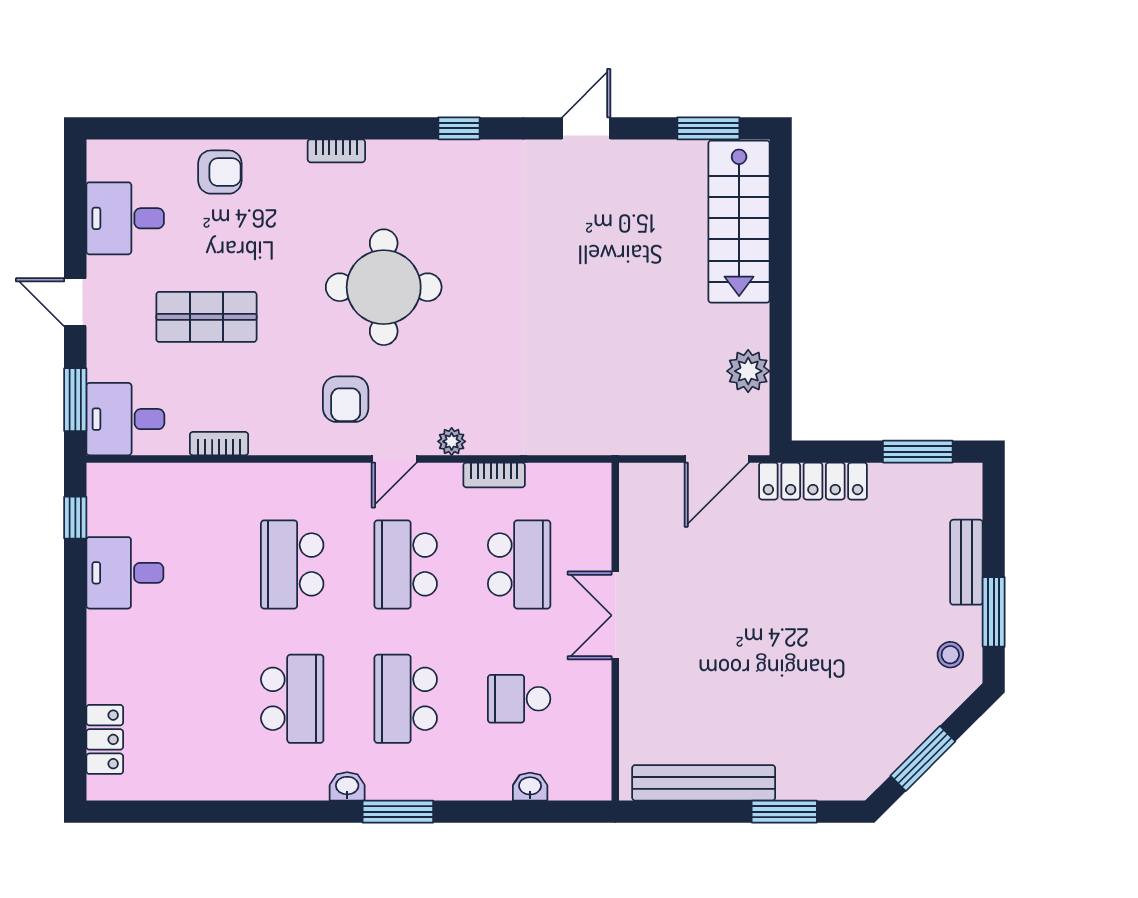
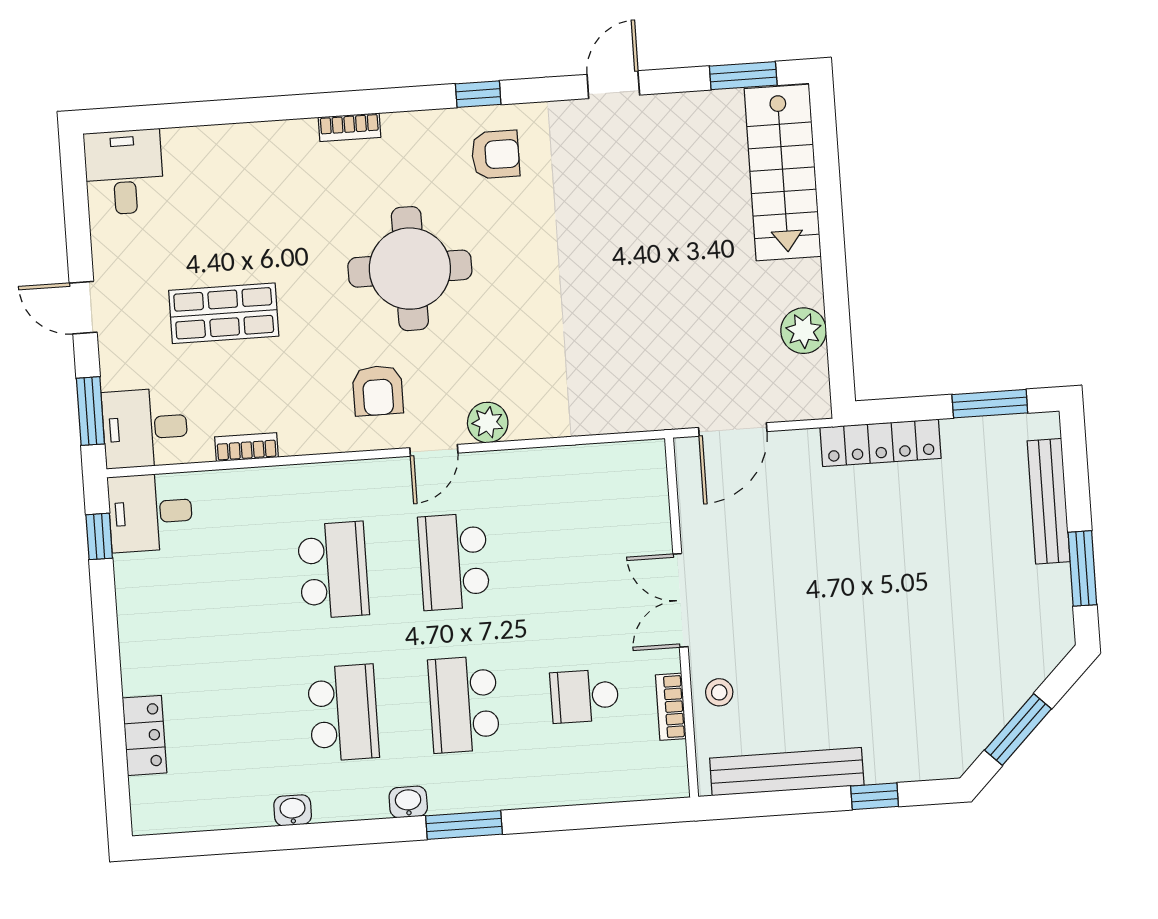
armchair: (220, 172) -> (496, 155), moved
desk: (125, 218) -> (124, 172), moved, turned 90
plant: (452, 441) -> (488, 422), width x1.38, depth x1.38
door: (717, 459) -> (733, 430), moved
bookcase: (494, 475) -> (671, 707), moved, turned 90
bench: (966, 562) -> (1049, 501), width x1.36
school desk: (292, 564) -> (333, 570), turned 180
school desk: (519, 564) -> (574, 553), removed
desk: (125, 573) -> (150, 512), moved
stool: (950, 655) -> (719, 692), moved
locker: (105, 739) -> (145, 735), moved
washbasin: (530, 787) -> (293, 810), moved
window: (784, 812) -> (875, 796), width x0.67

